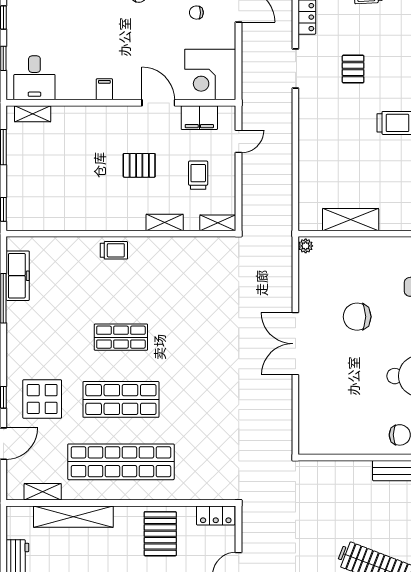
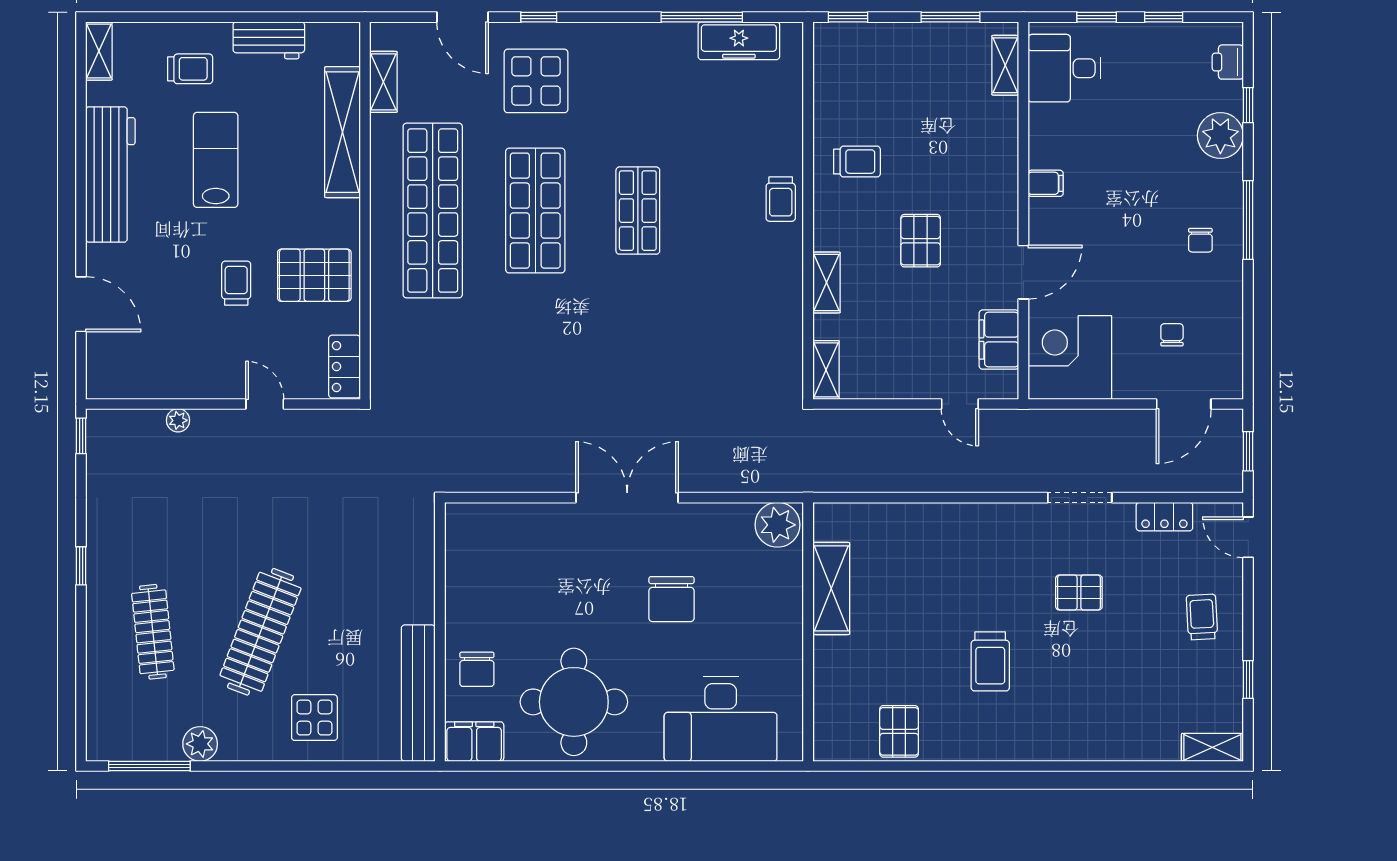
trolley: (198, 175) -> (857, 162), moved
plant: (306, 246) -> (777, 525), width x1.88, depth x1.88
chair: (357, 317) -> (671, 599), turned 180

